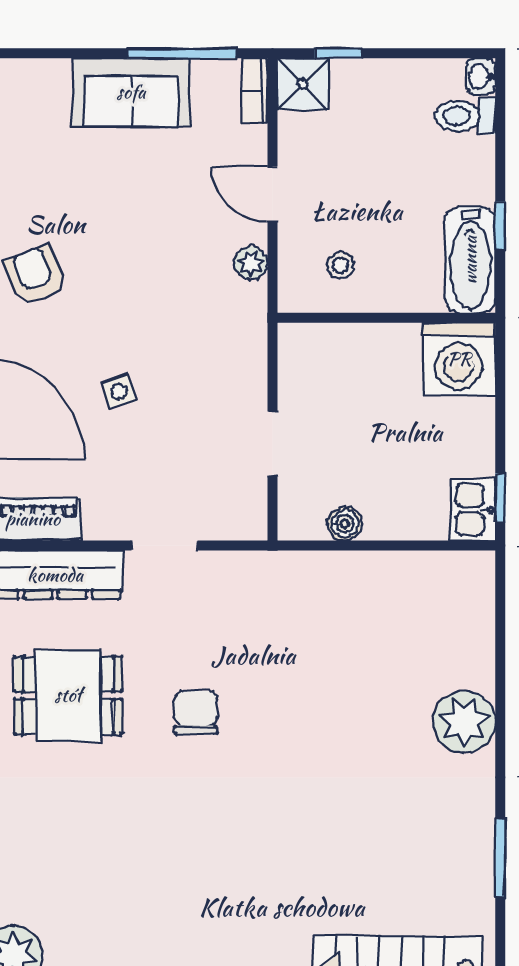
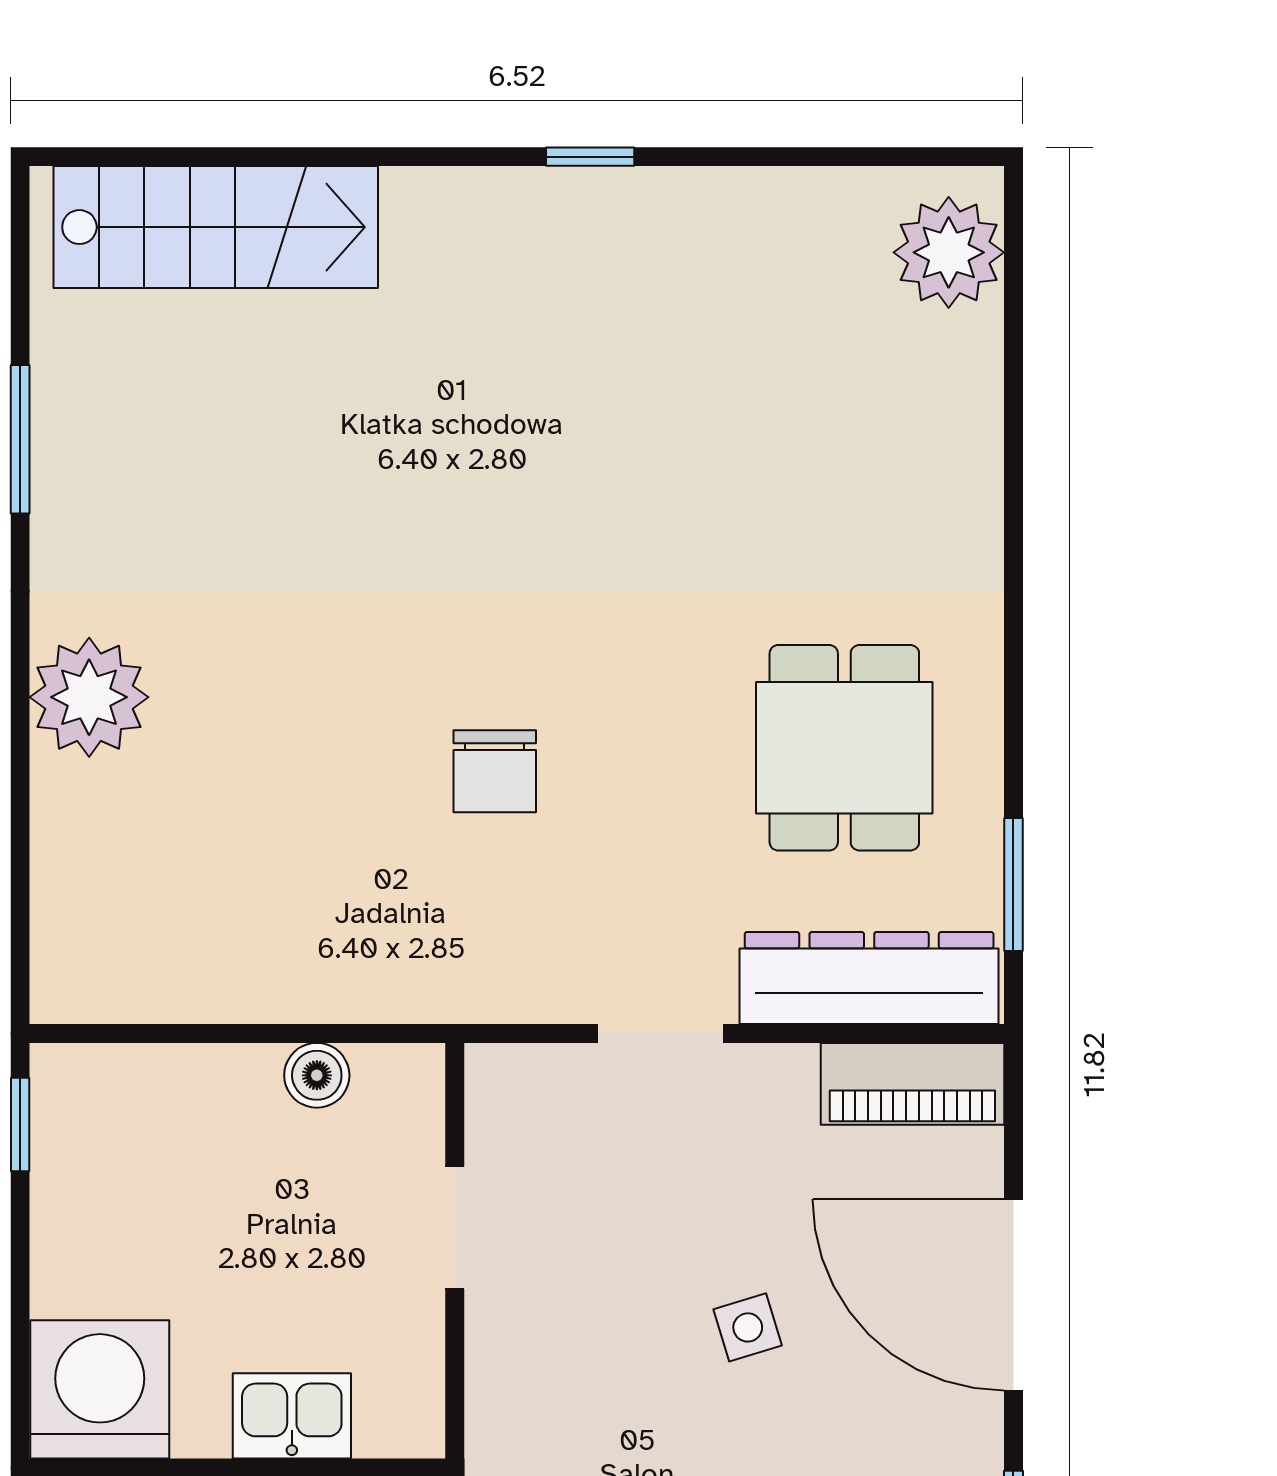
kitchen sink: (473, 510) -> (292, 1416), moved, turned -90
dining table: (68, 695) -> (844, 748), turned 90
chair: (196, 713) -> (495, 771), moved

